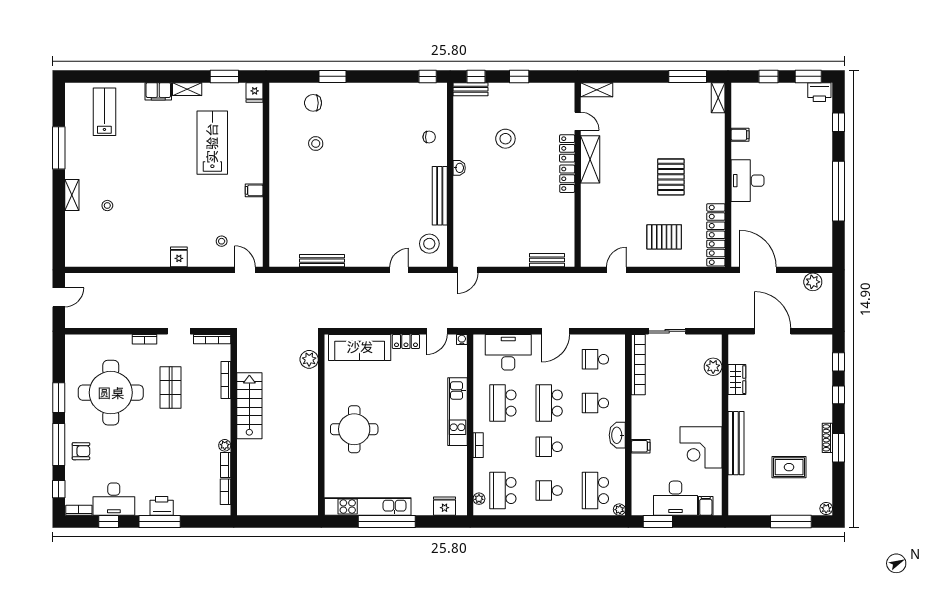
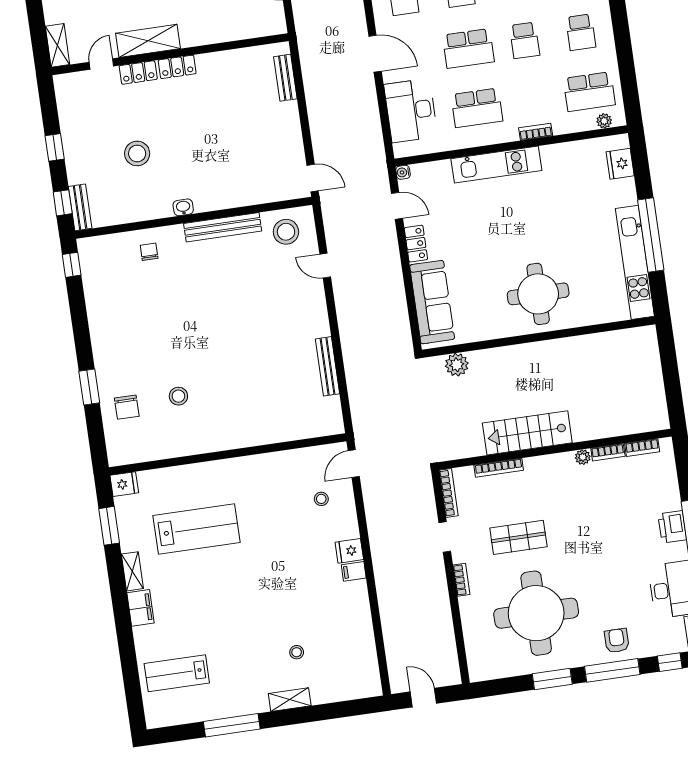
lab bench: (212, 143) -> (197, 529), turned 180
filing cabinet: (254, 190) -> (354, 571), moved, turned 90

